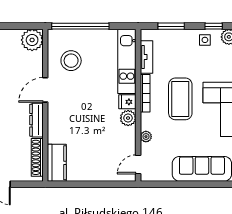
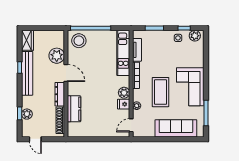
plant: (32, 40) -> (57, 56), moved
stool: (71, 61) -> (79, 41), moved
door: (45, 90) -> (66, 73), swing flipped
coffee table: (180, 99) -> (161, 92), moved
fridge: (127, 102) -> (124, 104), moved
kitchen counter: (57, 163) -> (74, 109), moved

